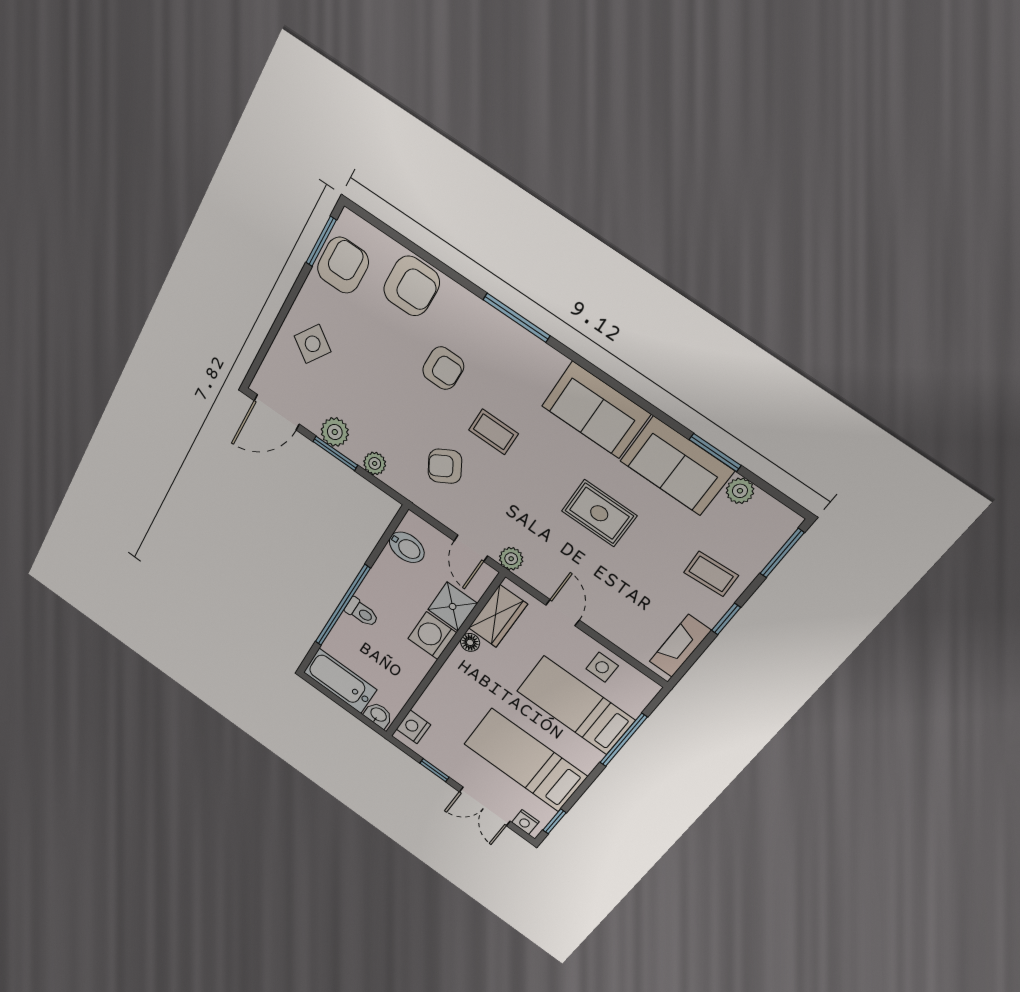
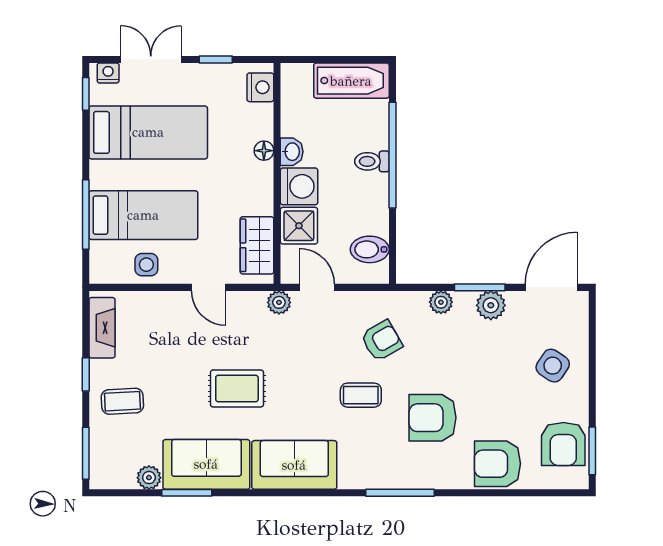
armchair: (443, 368) -> (433, 418), width x1.38, depth x1.38
floor lamp: (470, 642) -> (264, 151), moved
washbasin: (378, 715) -> (292, 152), moved, turned -90

